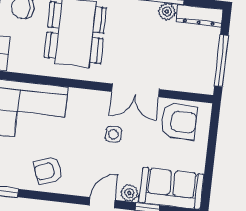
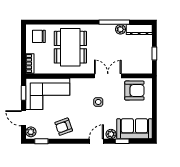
window: (221, 61) -> (154, 53), width x0.46
double door: (135, 90) -> (108, 76), swing flipped

